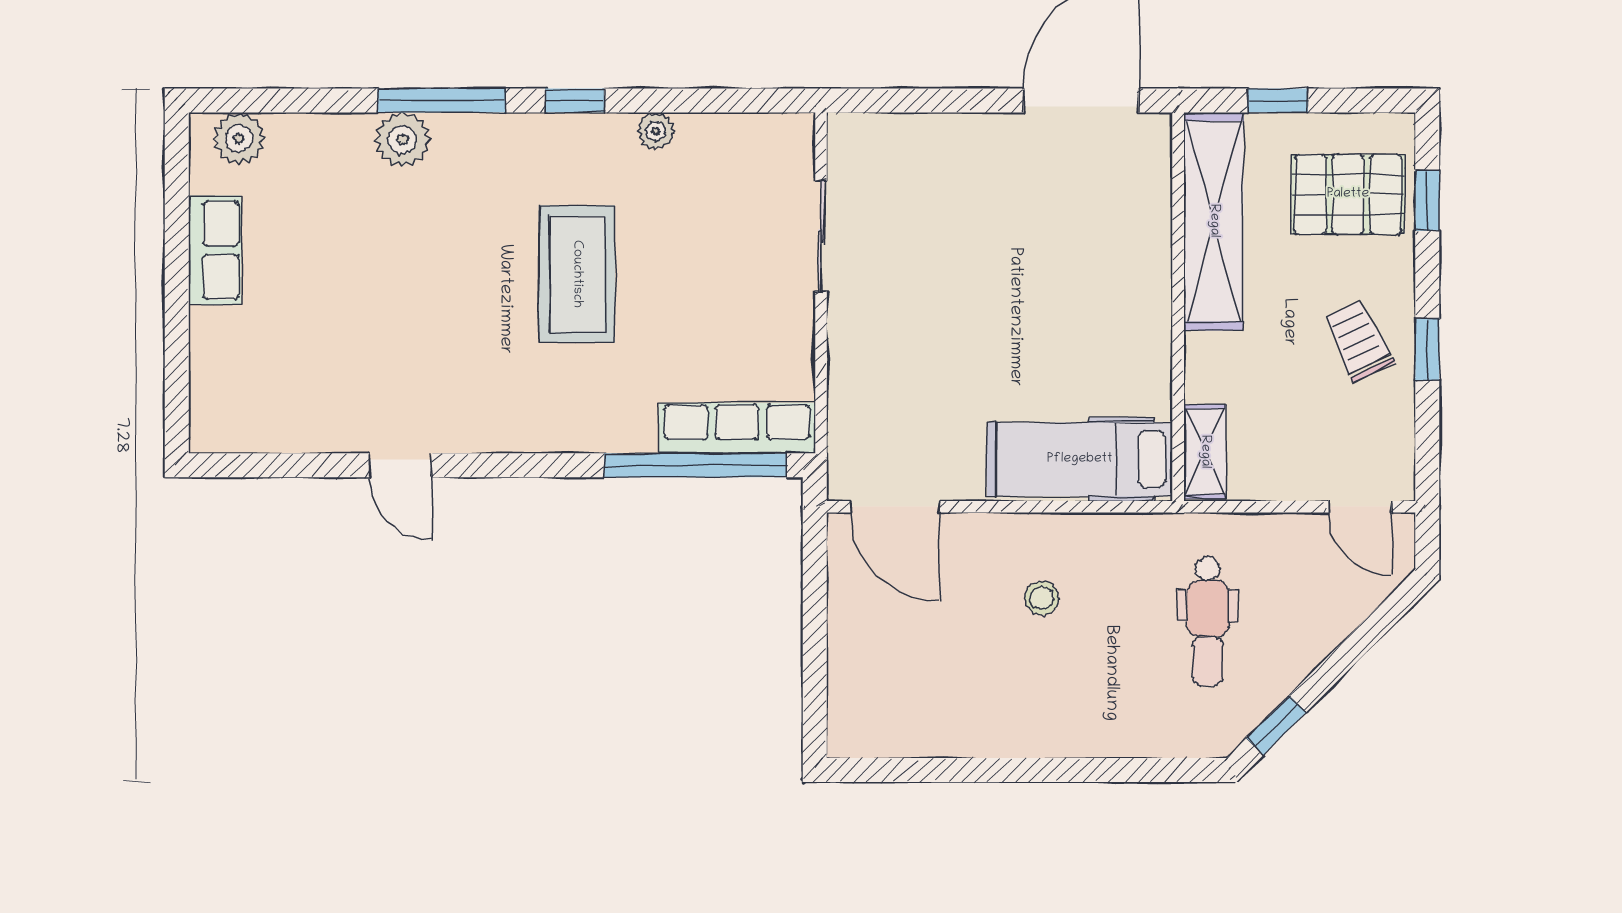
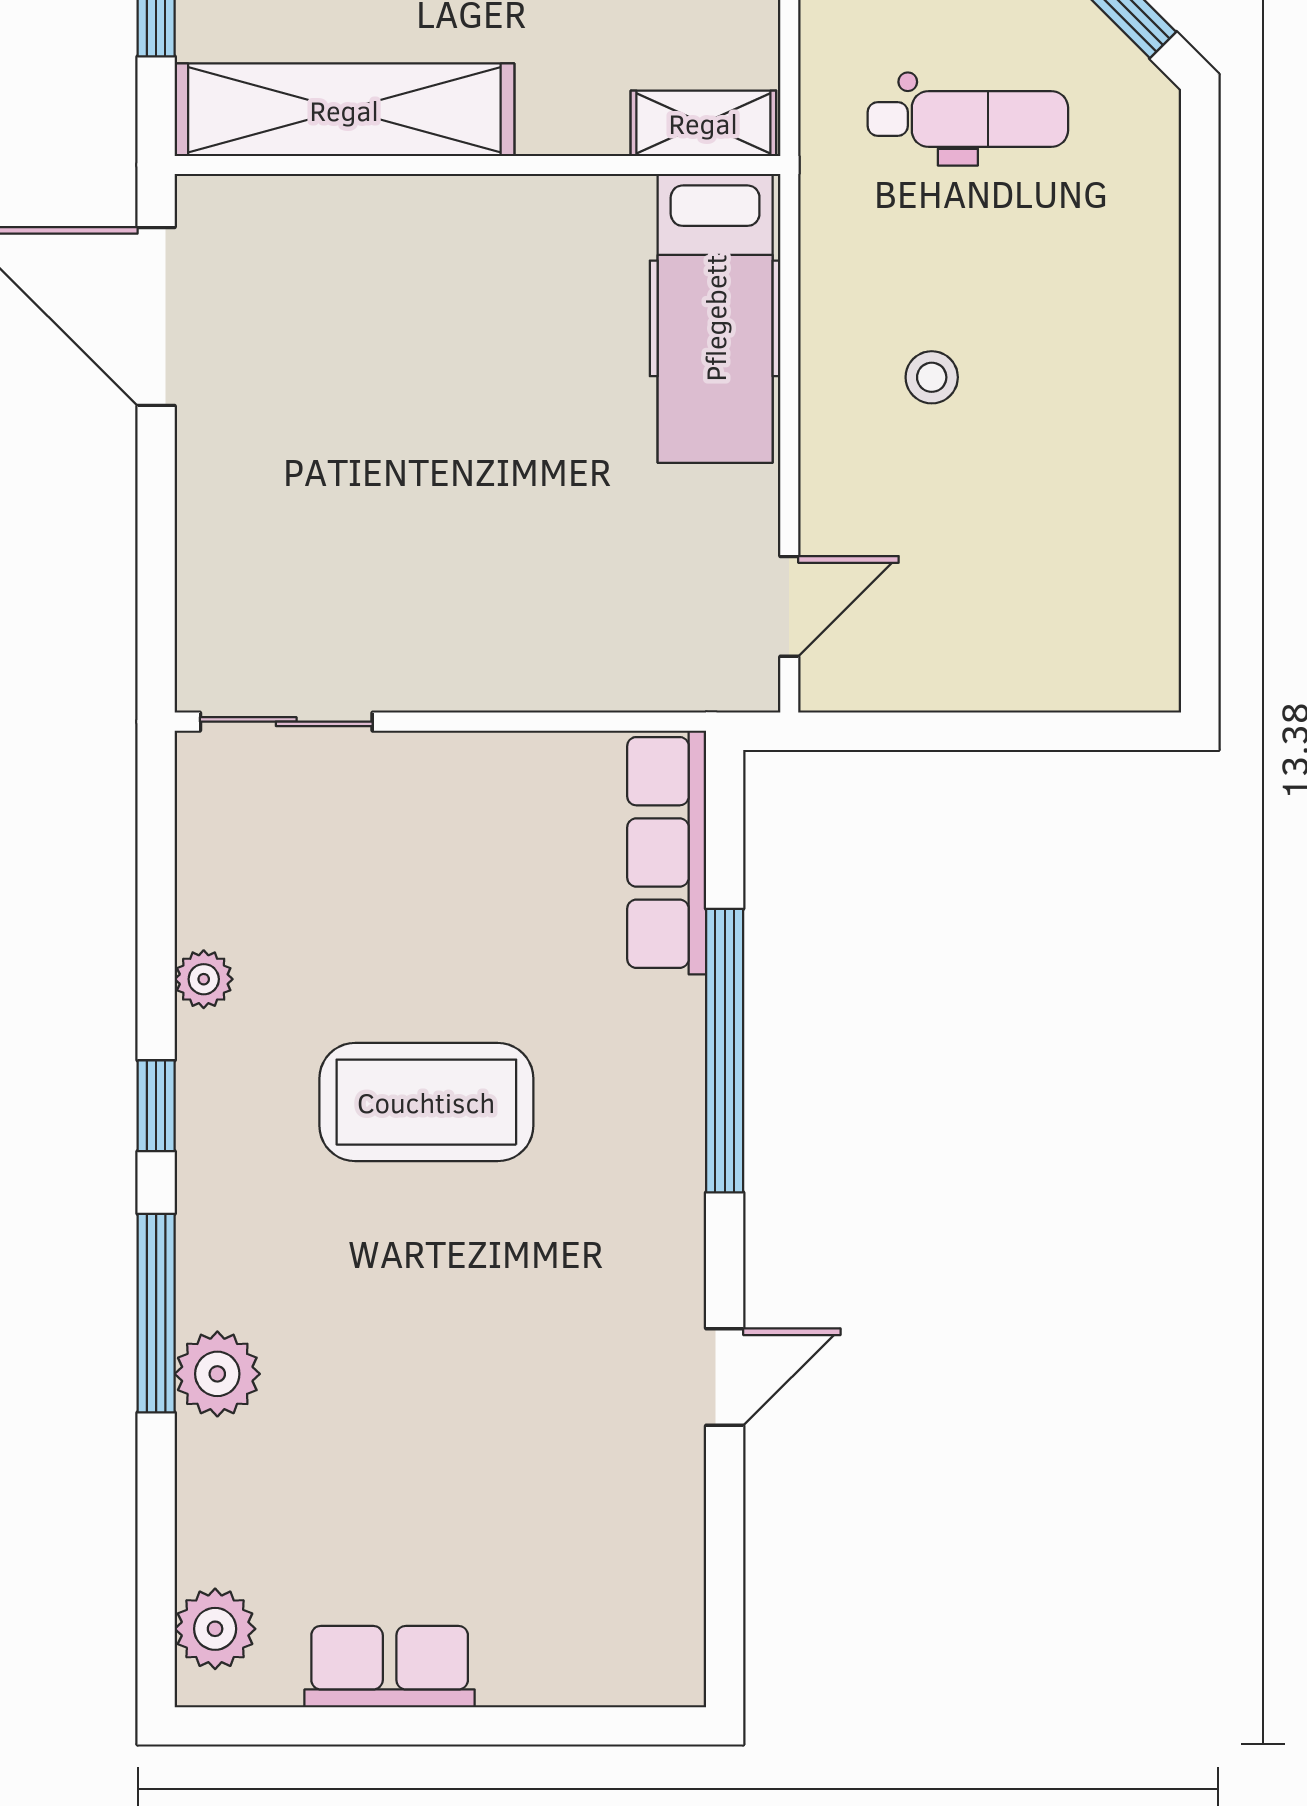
sliding door: (821, 236) -> (286, 722), moved
window: (695, 465) -> (725, 1051), moved
door: (895, 507) -> (789, 606), width x0.73

